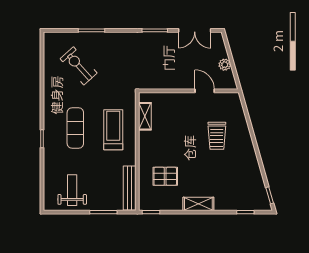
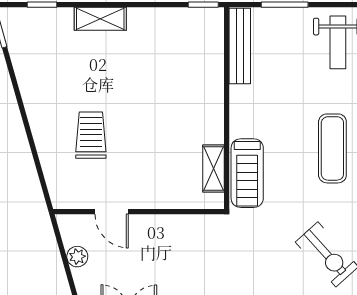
treadmill: (113, 130) -> (247, 173), moved
pallet: (165, 176) -> (179, 66), removed
shelving: (198, 204) -> (100, 19), moved

